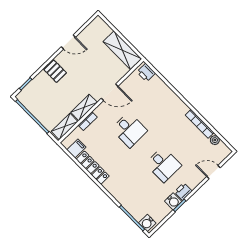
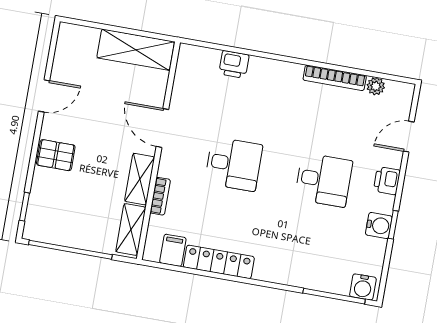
printer: (146, 73) -> (234, 64), moved
door: (110, 92) -> (162, 128), swing flipped
printer: (183, 192) -> (387, 181), moved

